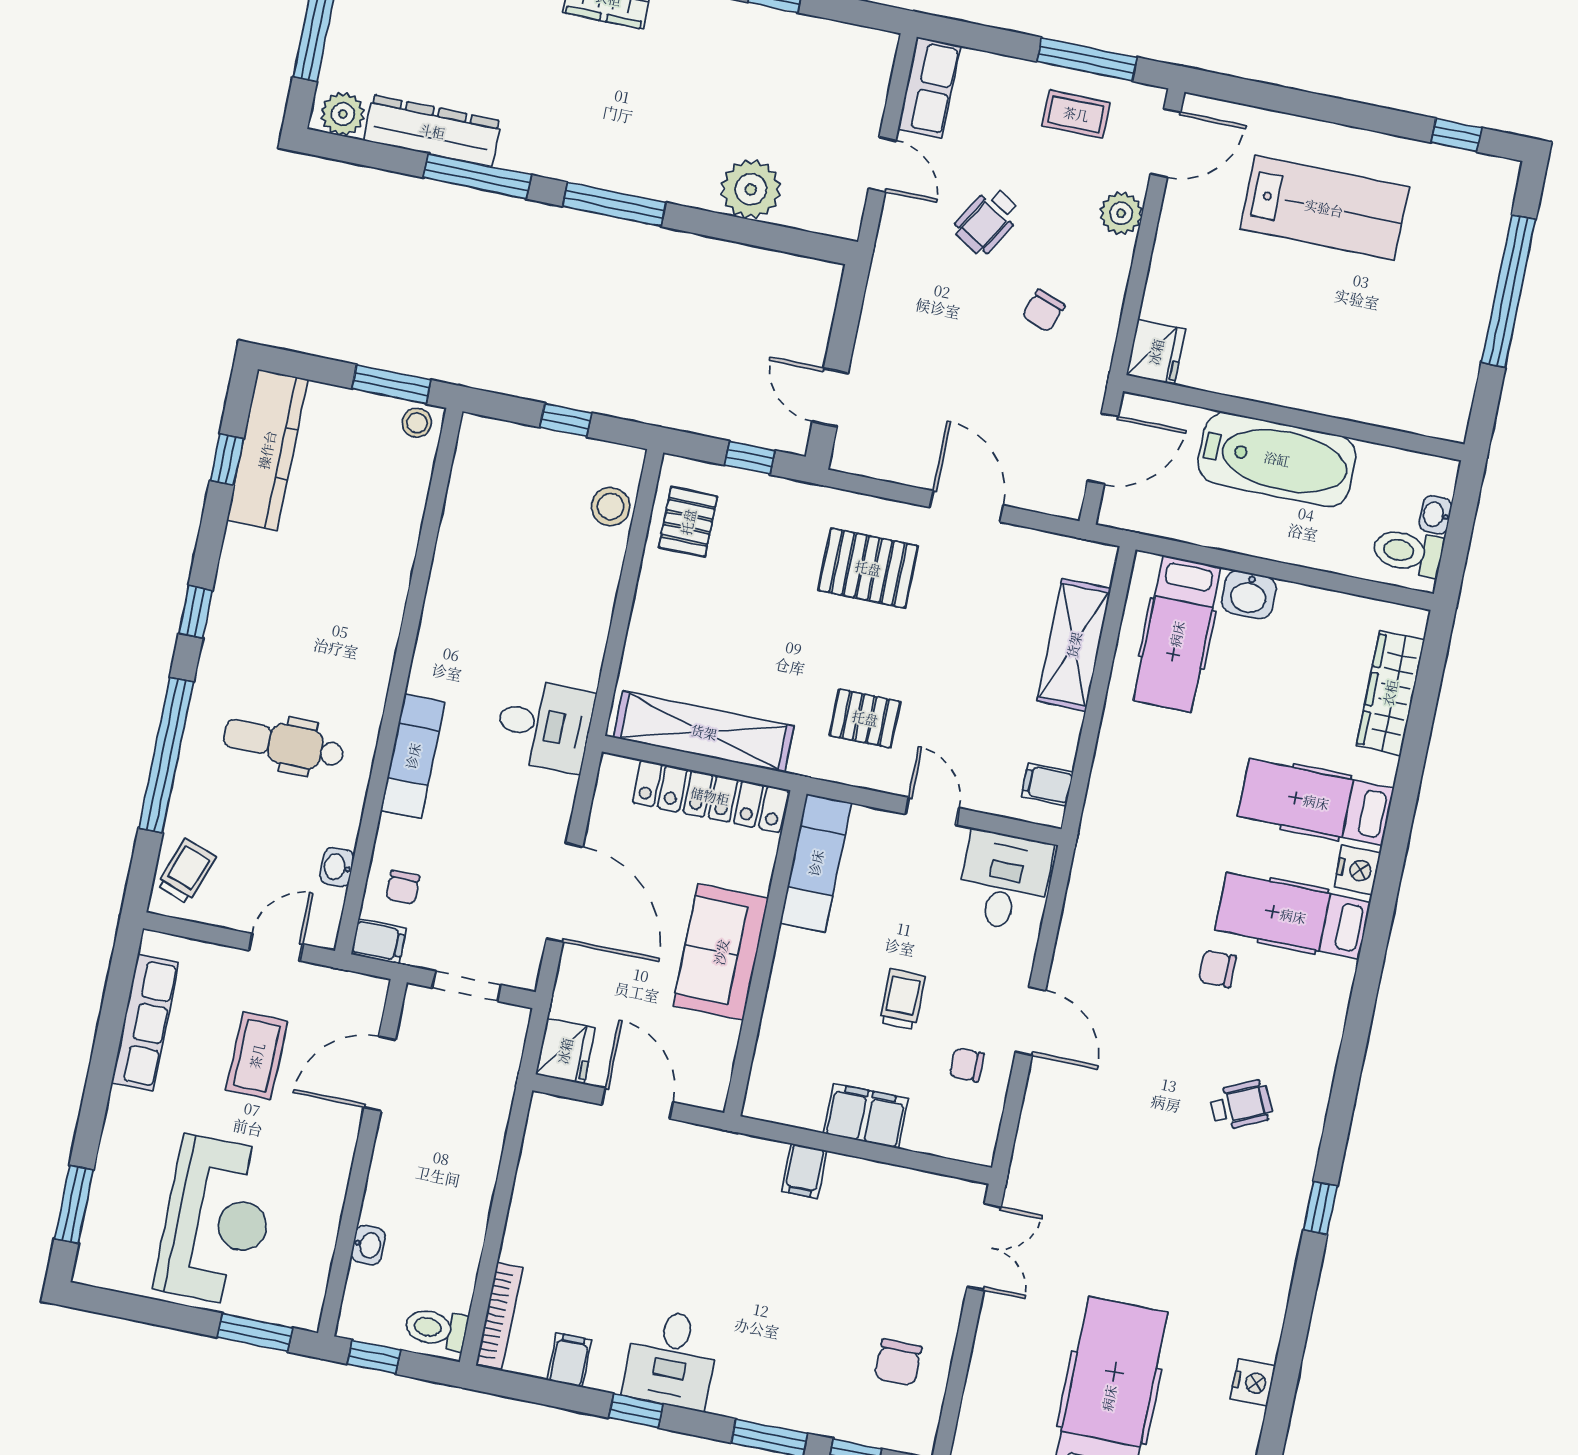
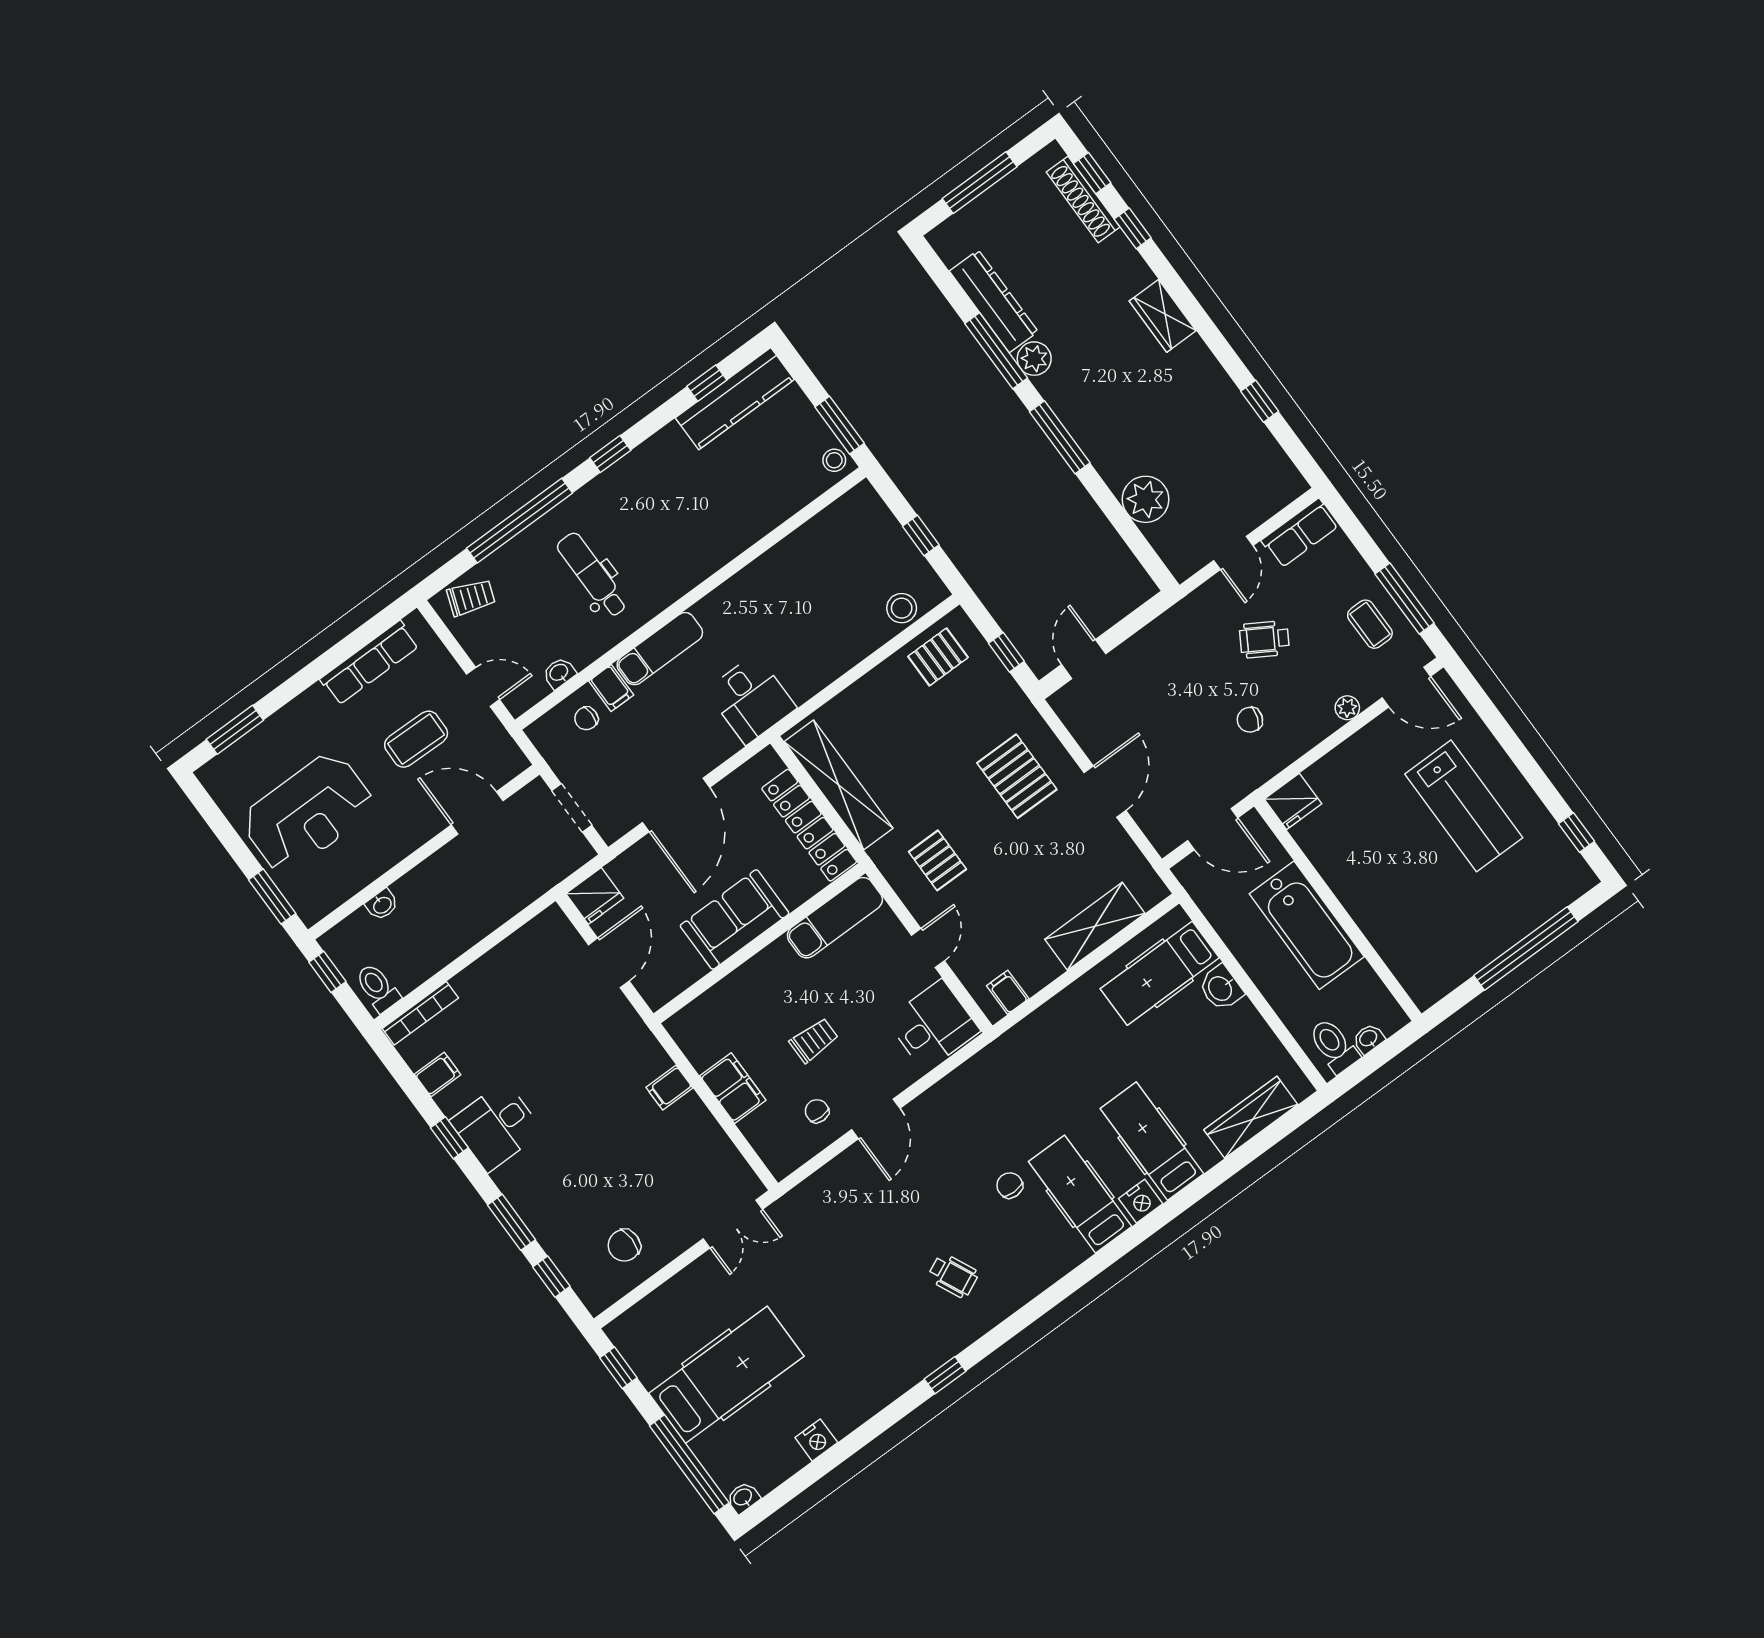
plant: (343, 114) -> (1034, 359), moved
plant: (1121, 213) -> (1347, 708), width x0.73, depth x0.73
filing cabinet: (379, 941) -> (611, 688), moved

